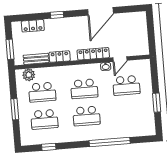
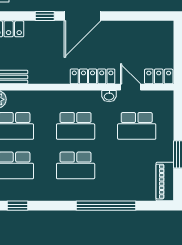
door: (101, 11) -> (83, 16), moved
locker: (60, 57) -> (159, 76), moved
door: (120, 59) -> (130, 87), swing flipped
piano: (149, 122) -> (165, 182), added

